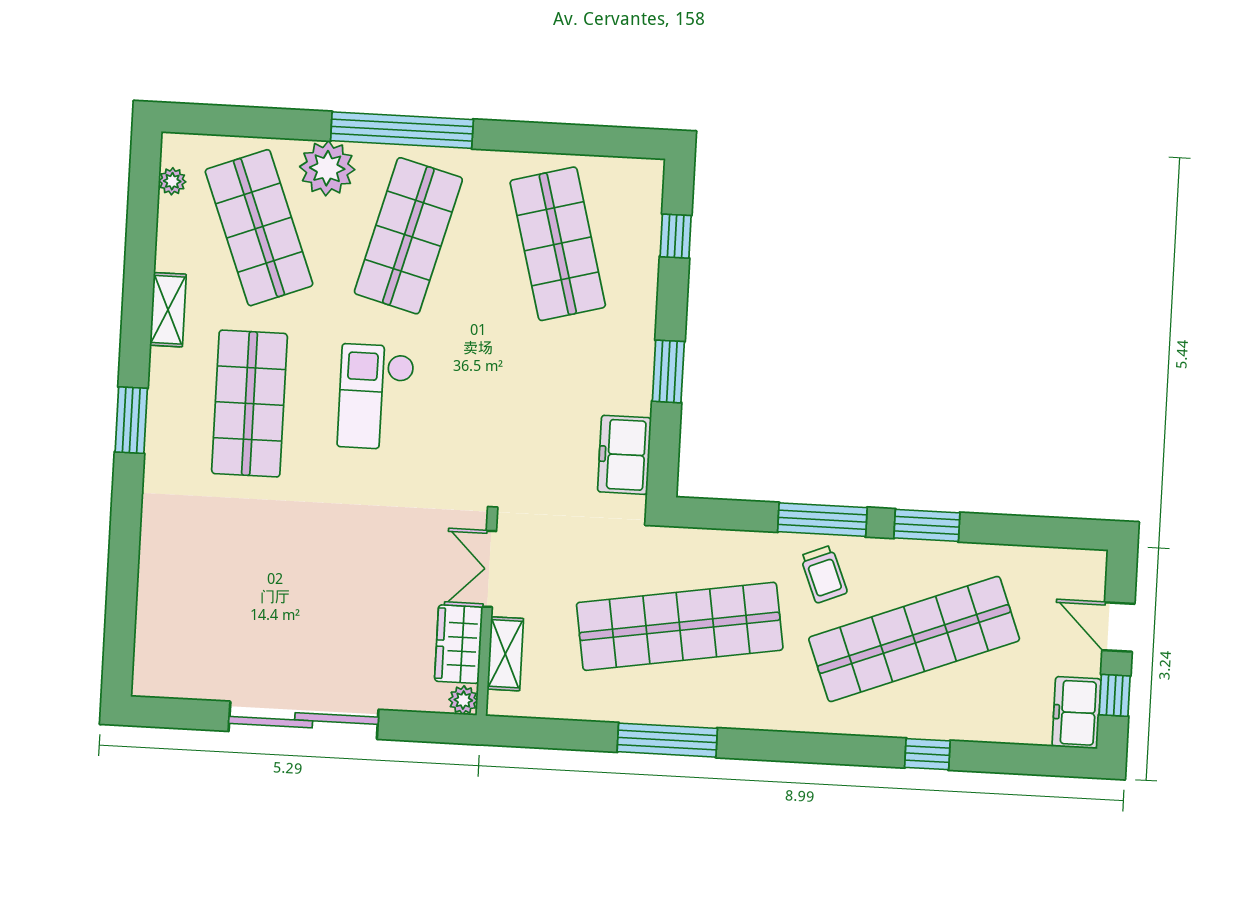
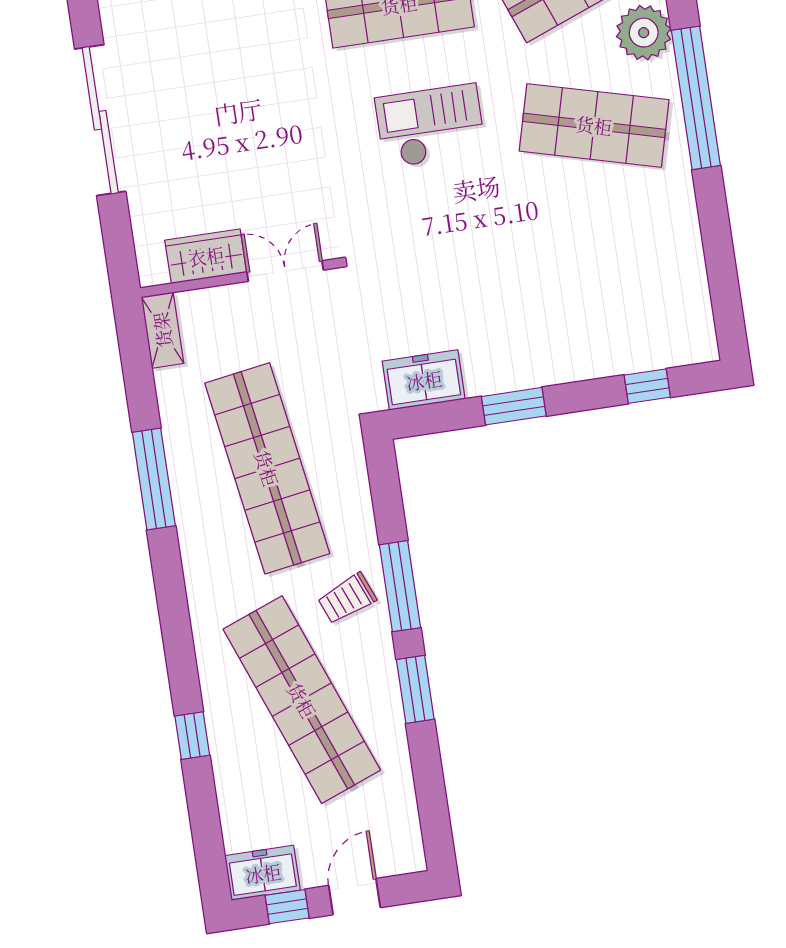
shop shelf: (558, 244) -> (616, 273), removed
shelving: (505, 654) -> (162, 330), moved, turned 90
plant: (463, 700) -> (152, 272), removed

